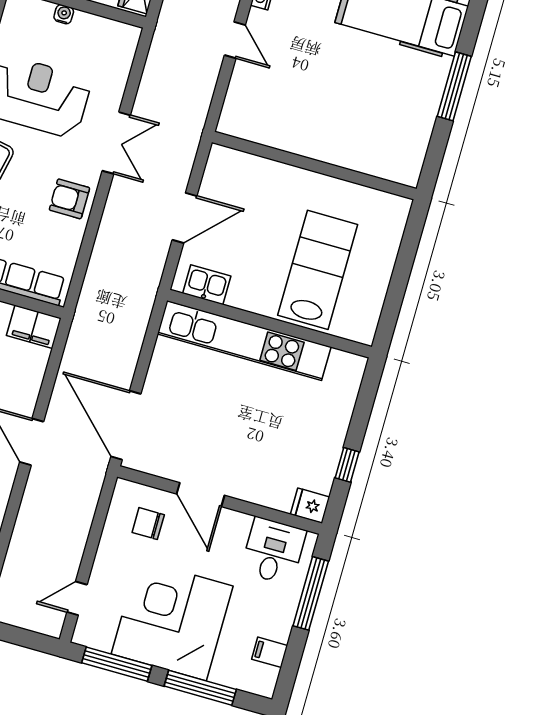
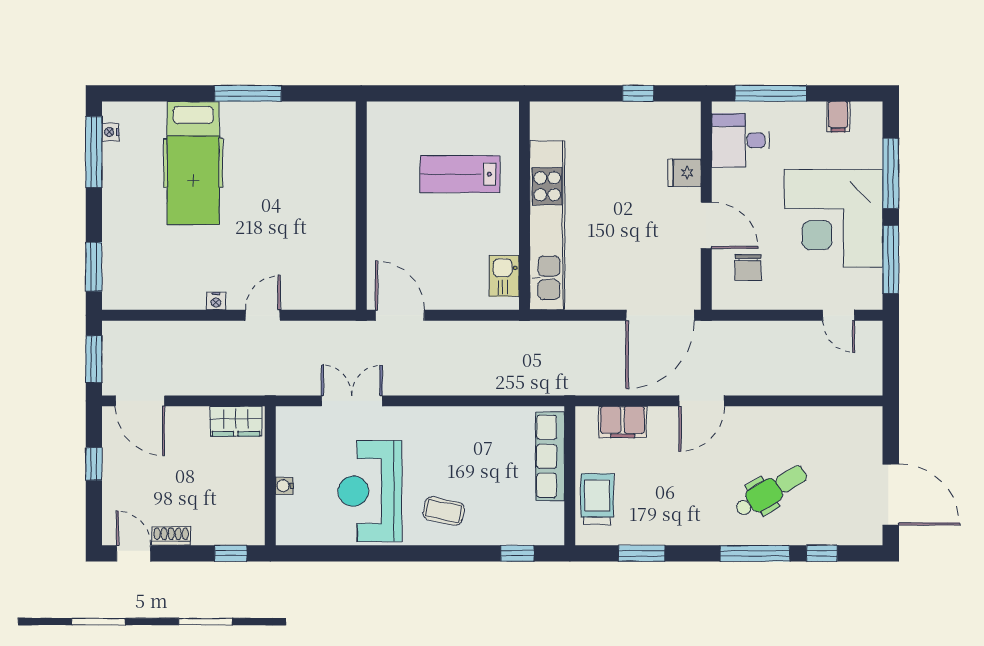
double door: (116, 143) -> (352, 401), moved
armchair: (69, 199) -> (459, 430), removed
door: (185, 218) -> (400, 315), moved
lab bench: (318, 270) -> (460, 174), width x0.73, depth x0.72
filing cabinet: (34, 327) -> (623, 422), moved, turned 90
door: (201, 495) -> (706, 225), hinge flipped
fridge: (310, 506) -> (684, 173), moved, turned 90

